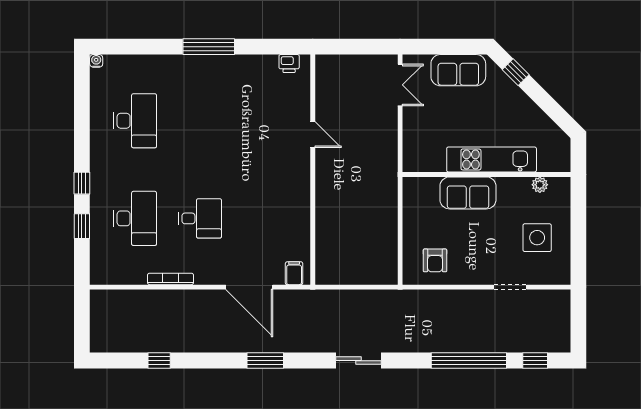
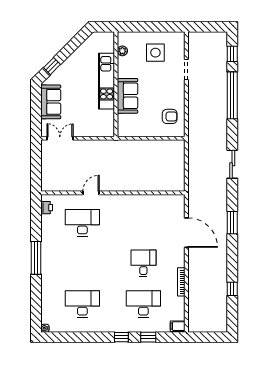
desk: (265, 121) -> (82, 223), added
filing cabinet: (294, 273) -> (178, 326), moved
door: (249, 287) -> (186, 233), hinge flipped

